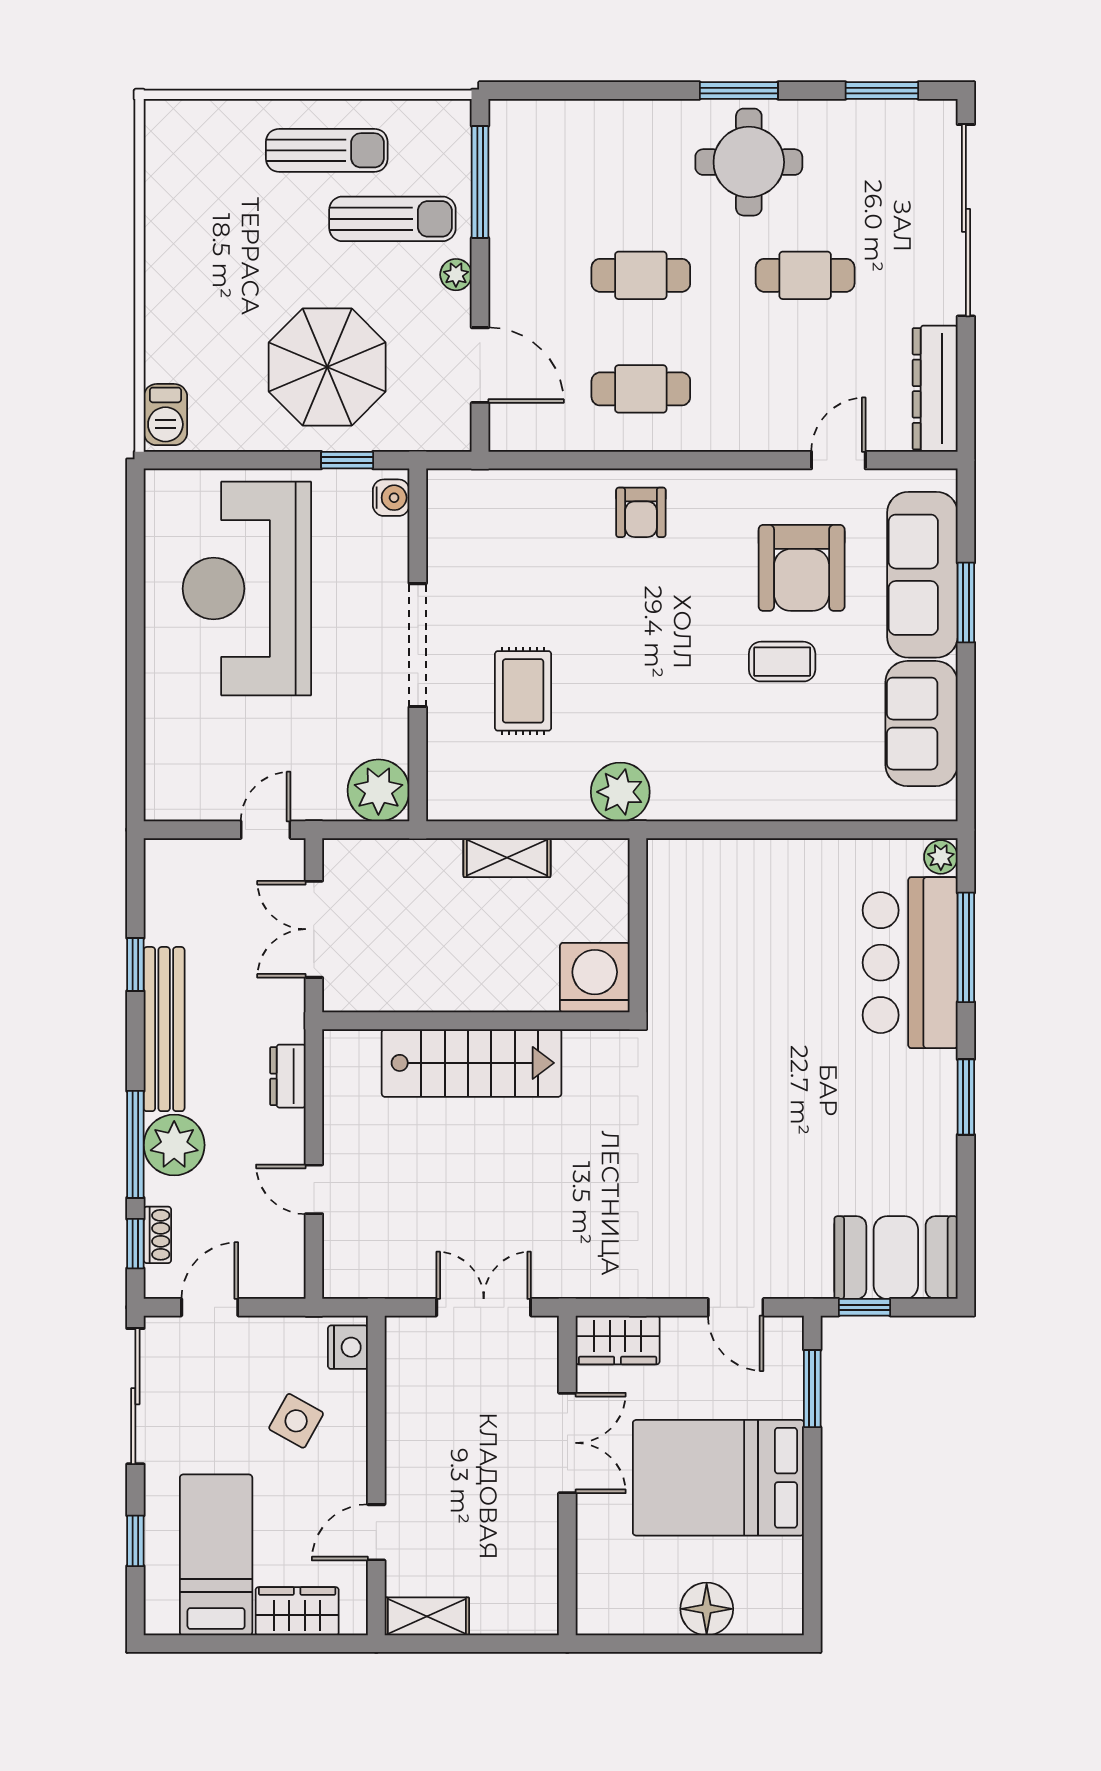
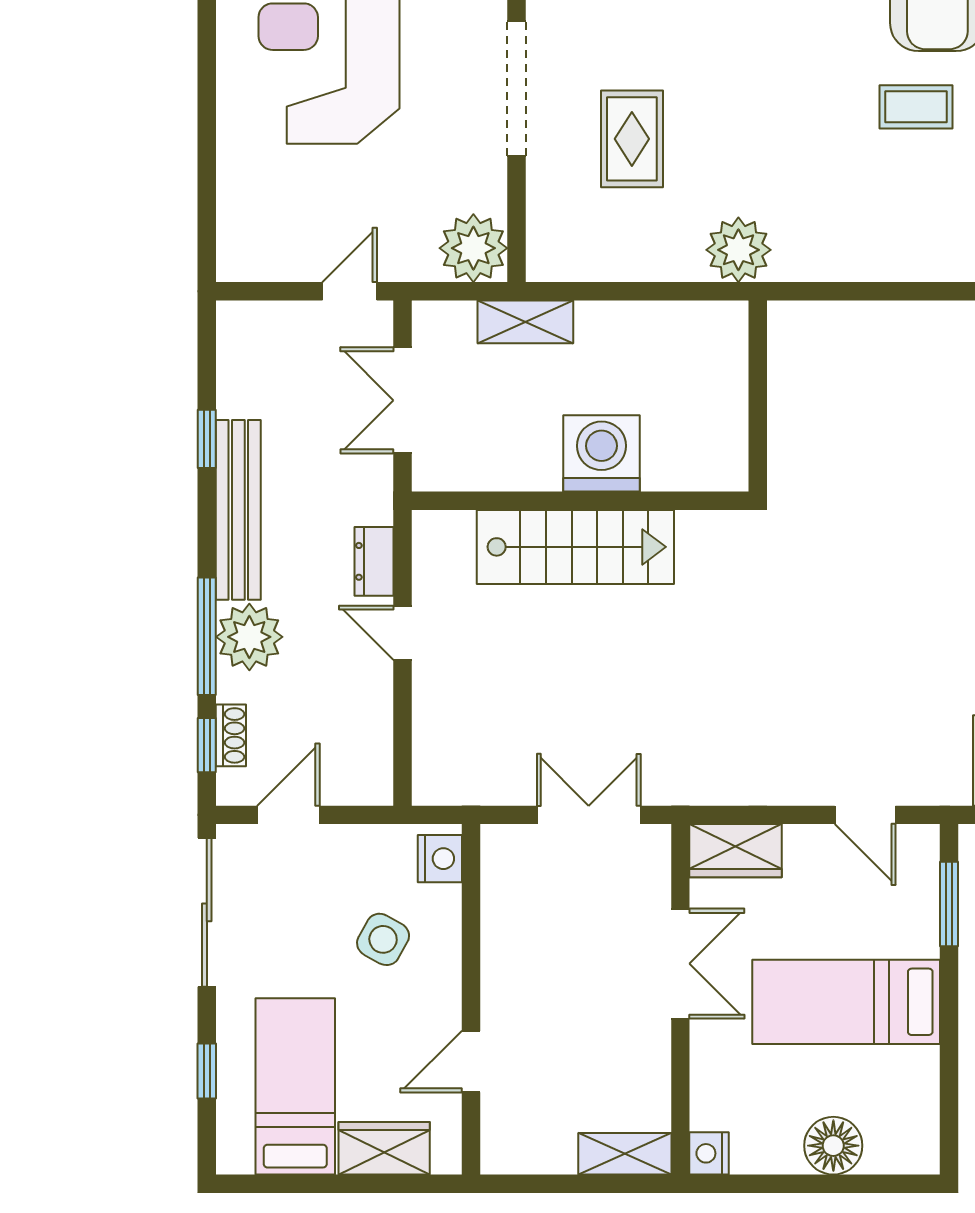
shelving: (507, 858) -> (525, 322), moved
washing machine: (595, 978) -> (601, 453), moved
door: (314, 1189) -> (403, 633), moved
bed: (718, 1478) -> (846, 1002), width x0.67
shelving: (427, 1616) -> (625, 1154), moved
nightstand: (593, 1616) -> (709, 1153), added

